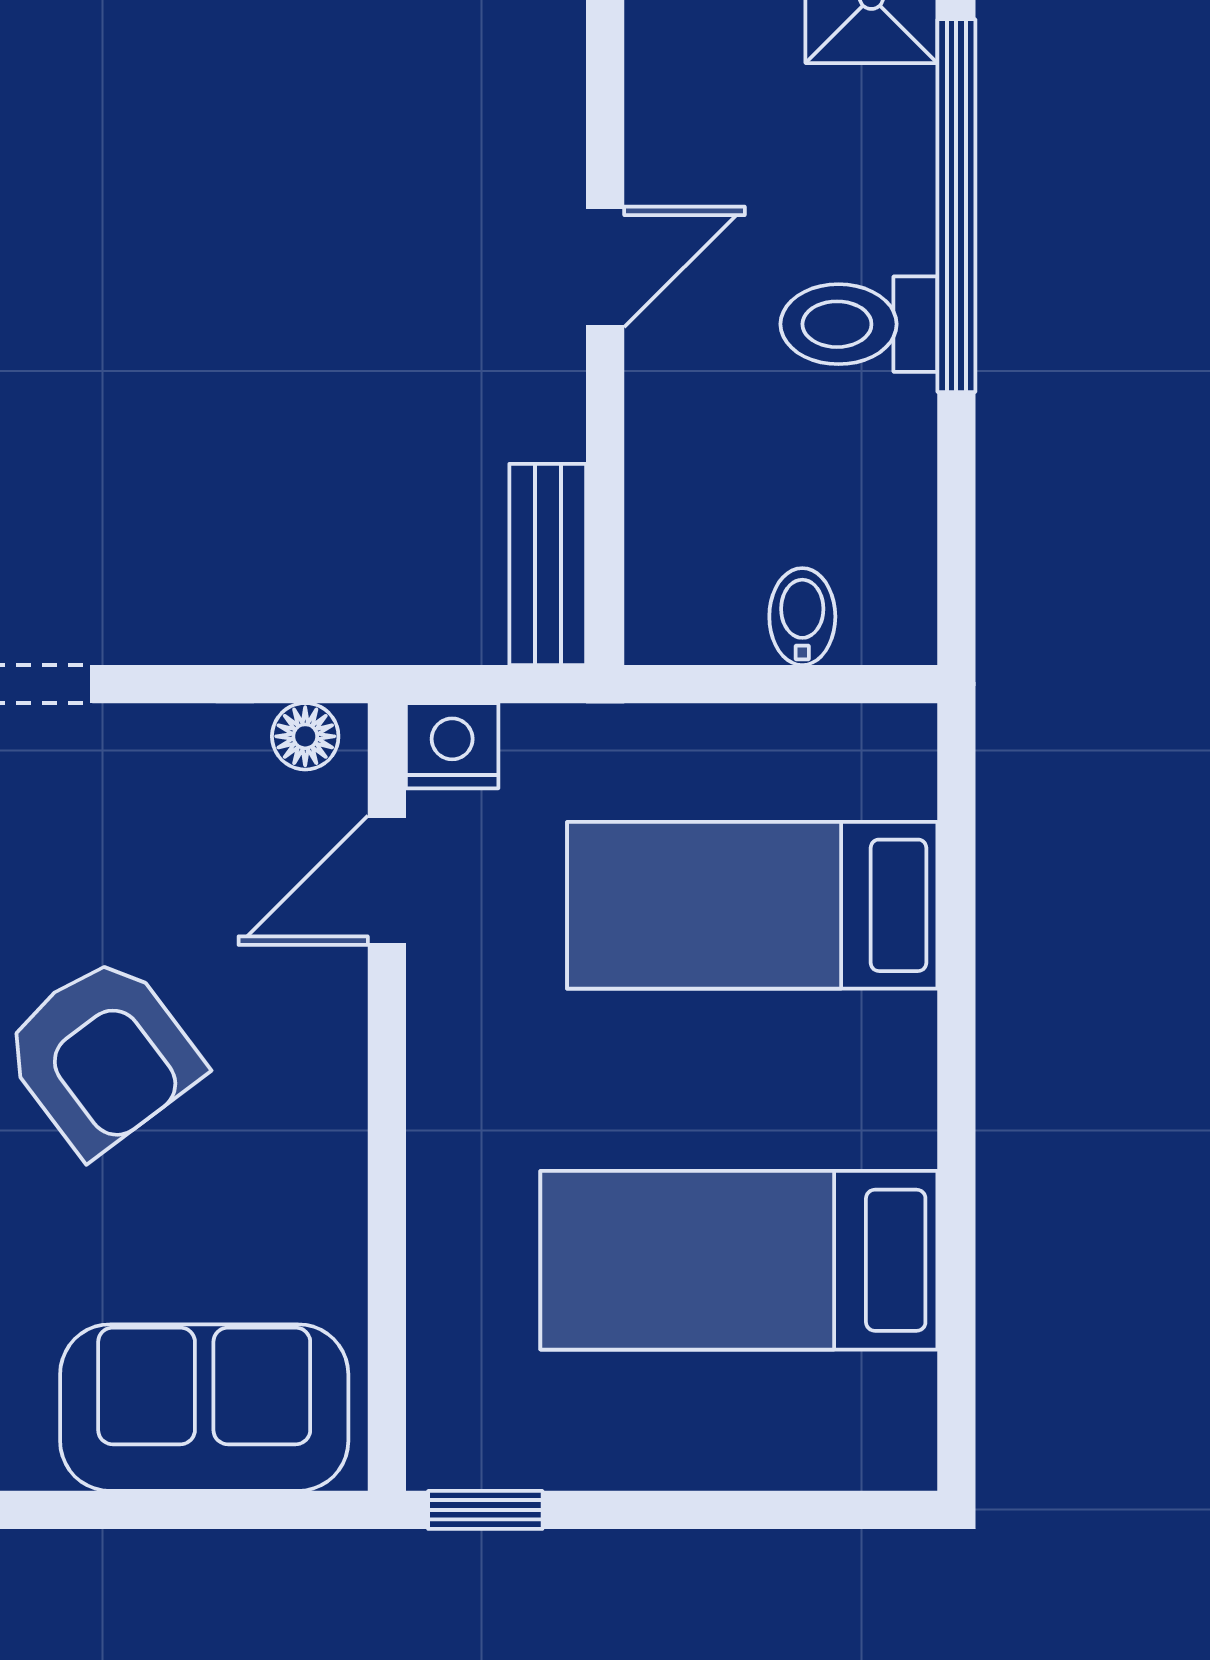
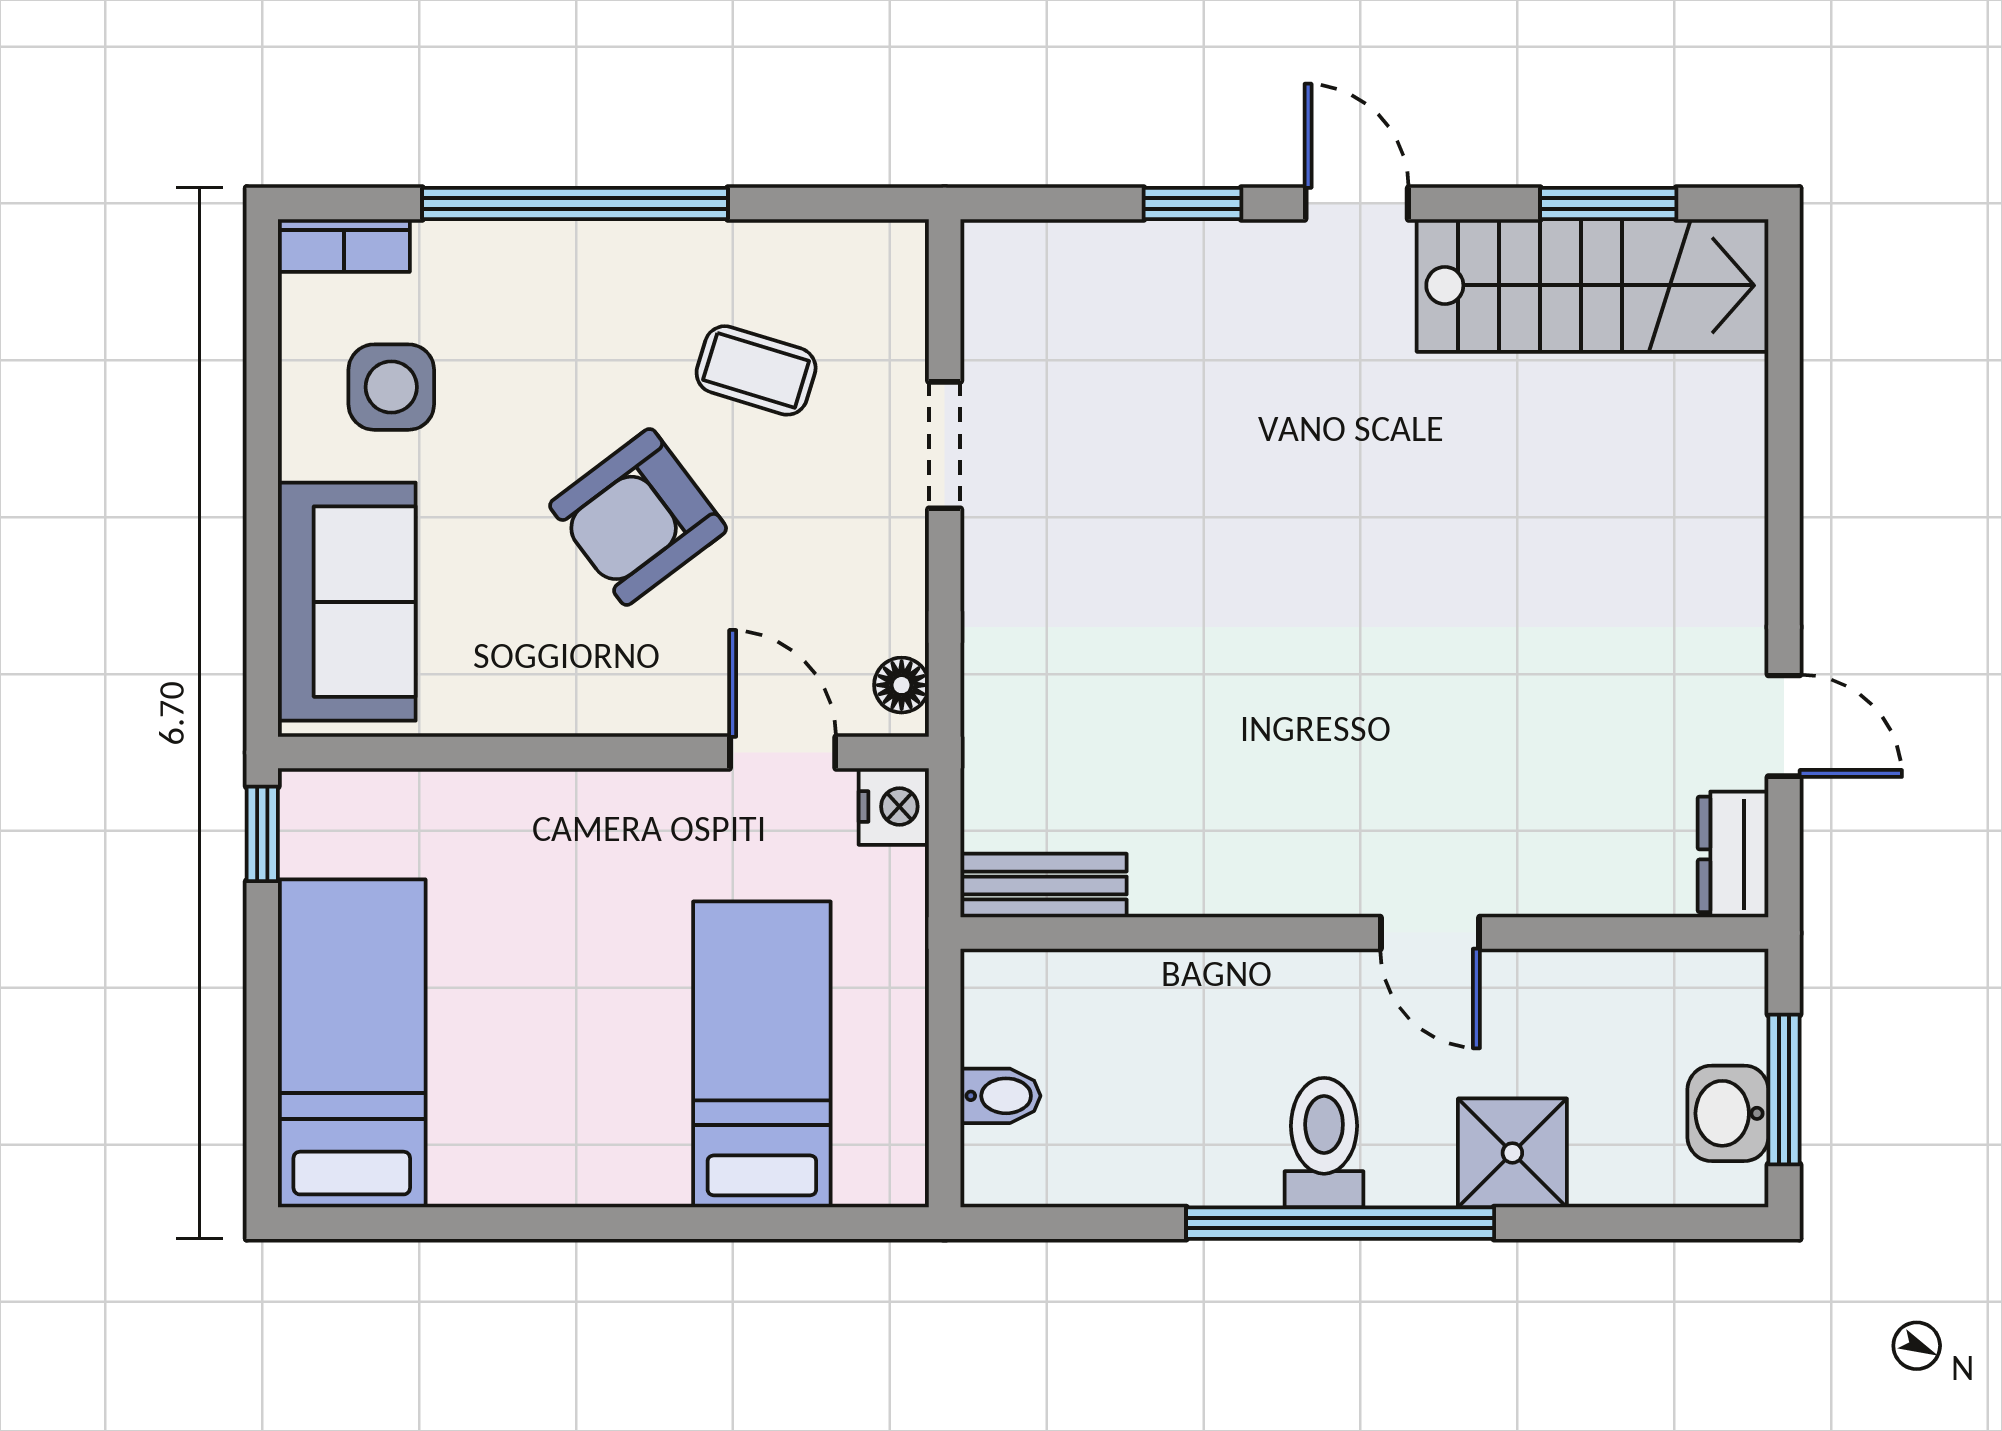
door: (605, 267) -> (1430, 933), moved
toilet: (859, 324) -> (1324, 1143), moved
bed: (739, 1260) -> (352, 1043), moved

